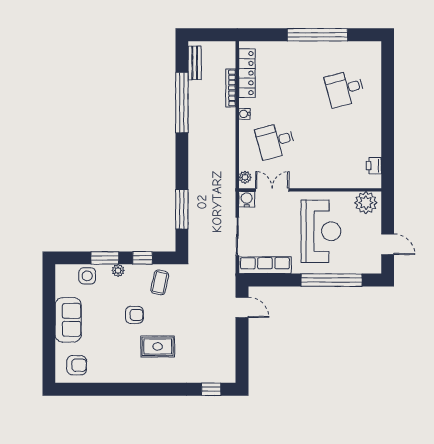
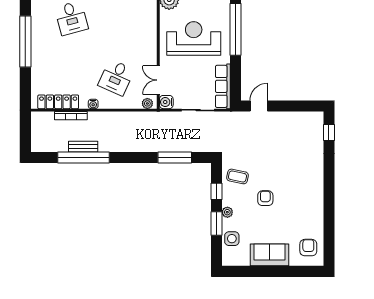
bench: (195, 63) -> (83, 147), moved
desk: (275, 141) -> (116, 77), turned 39
rug: (158, 346) -> (292, 178), removed

